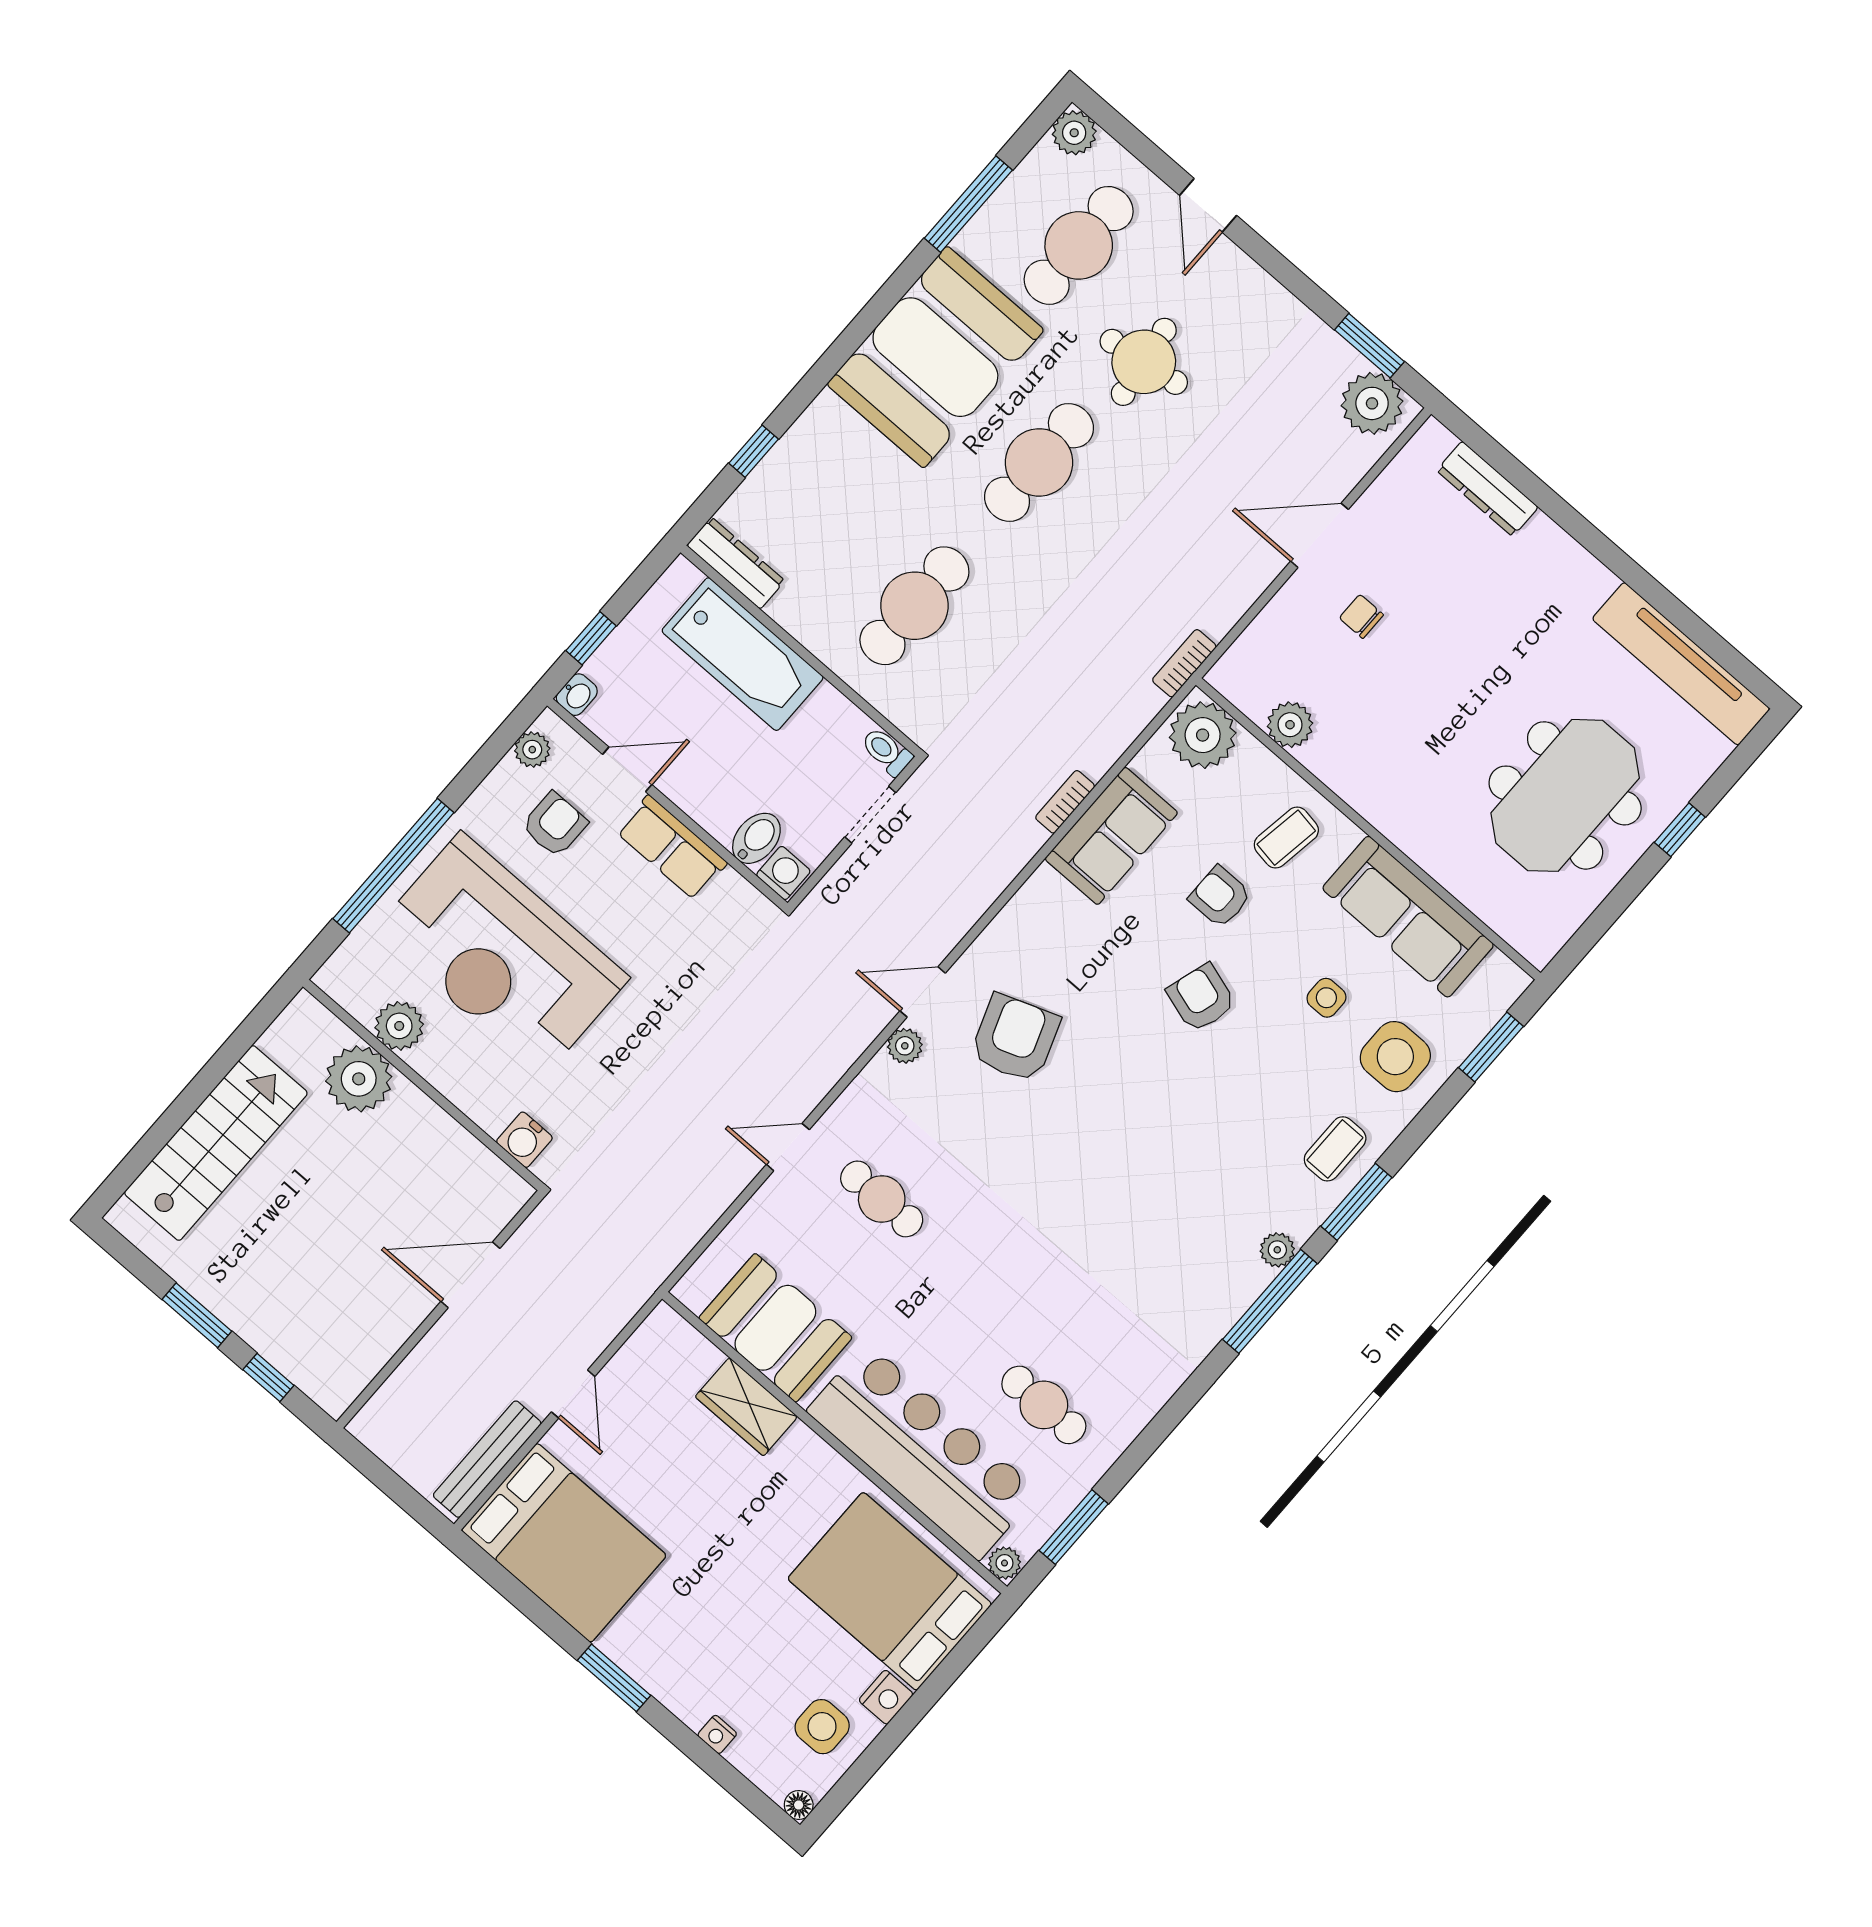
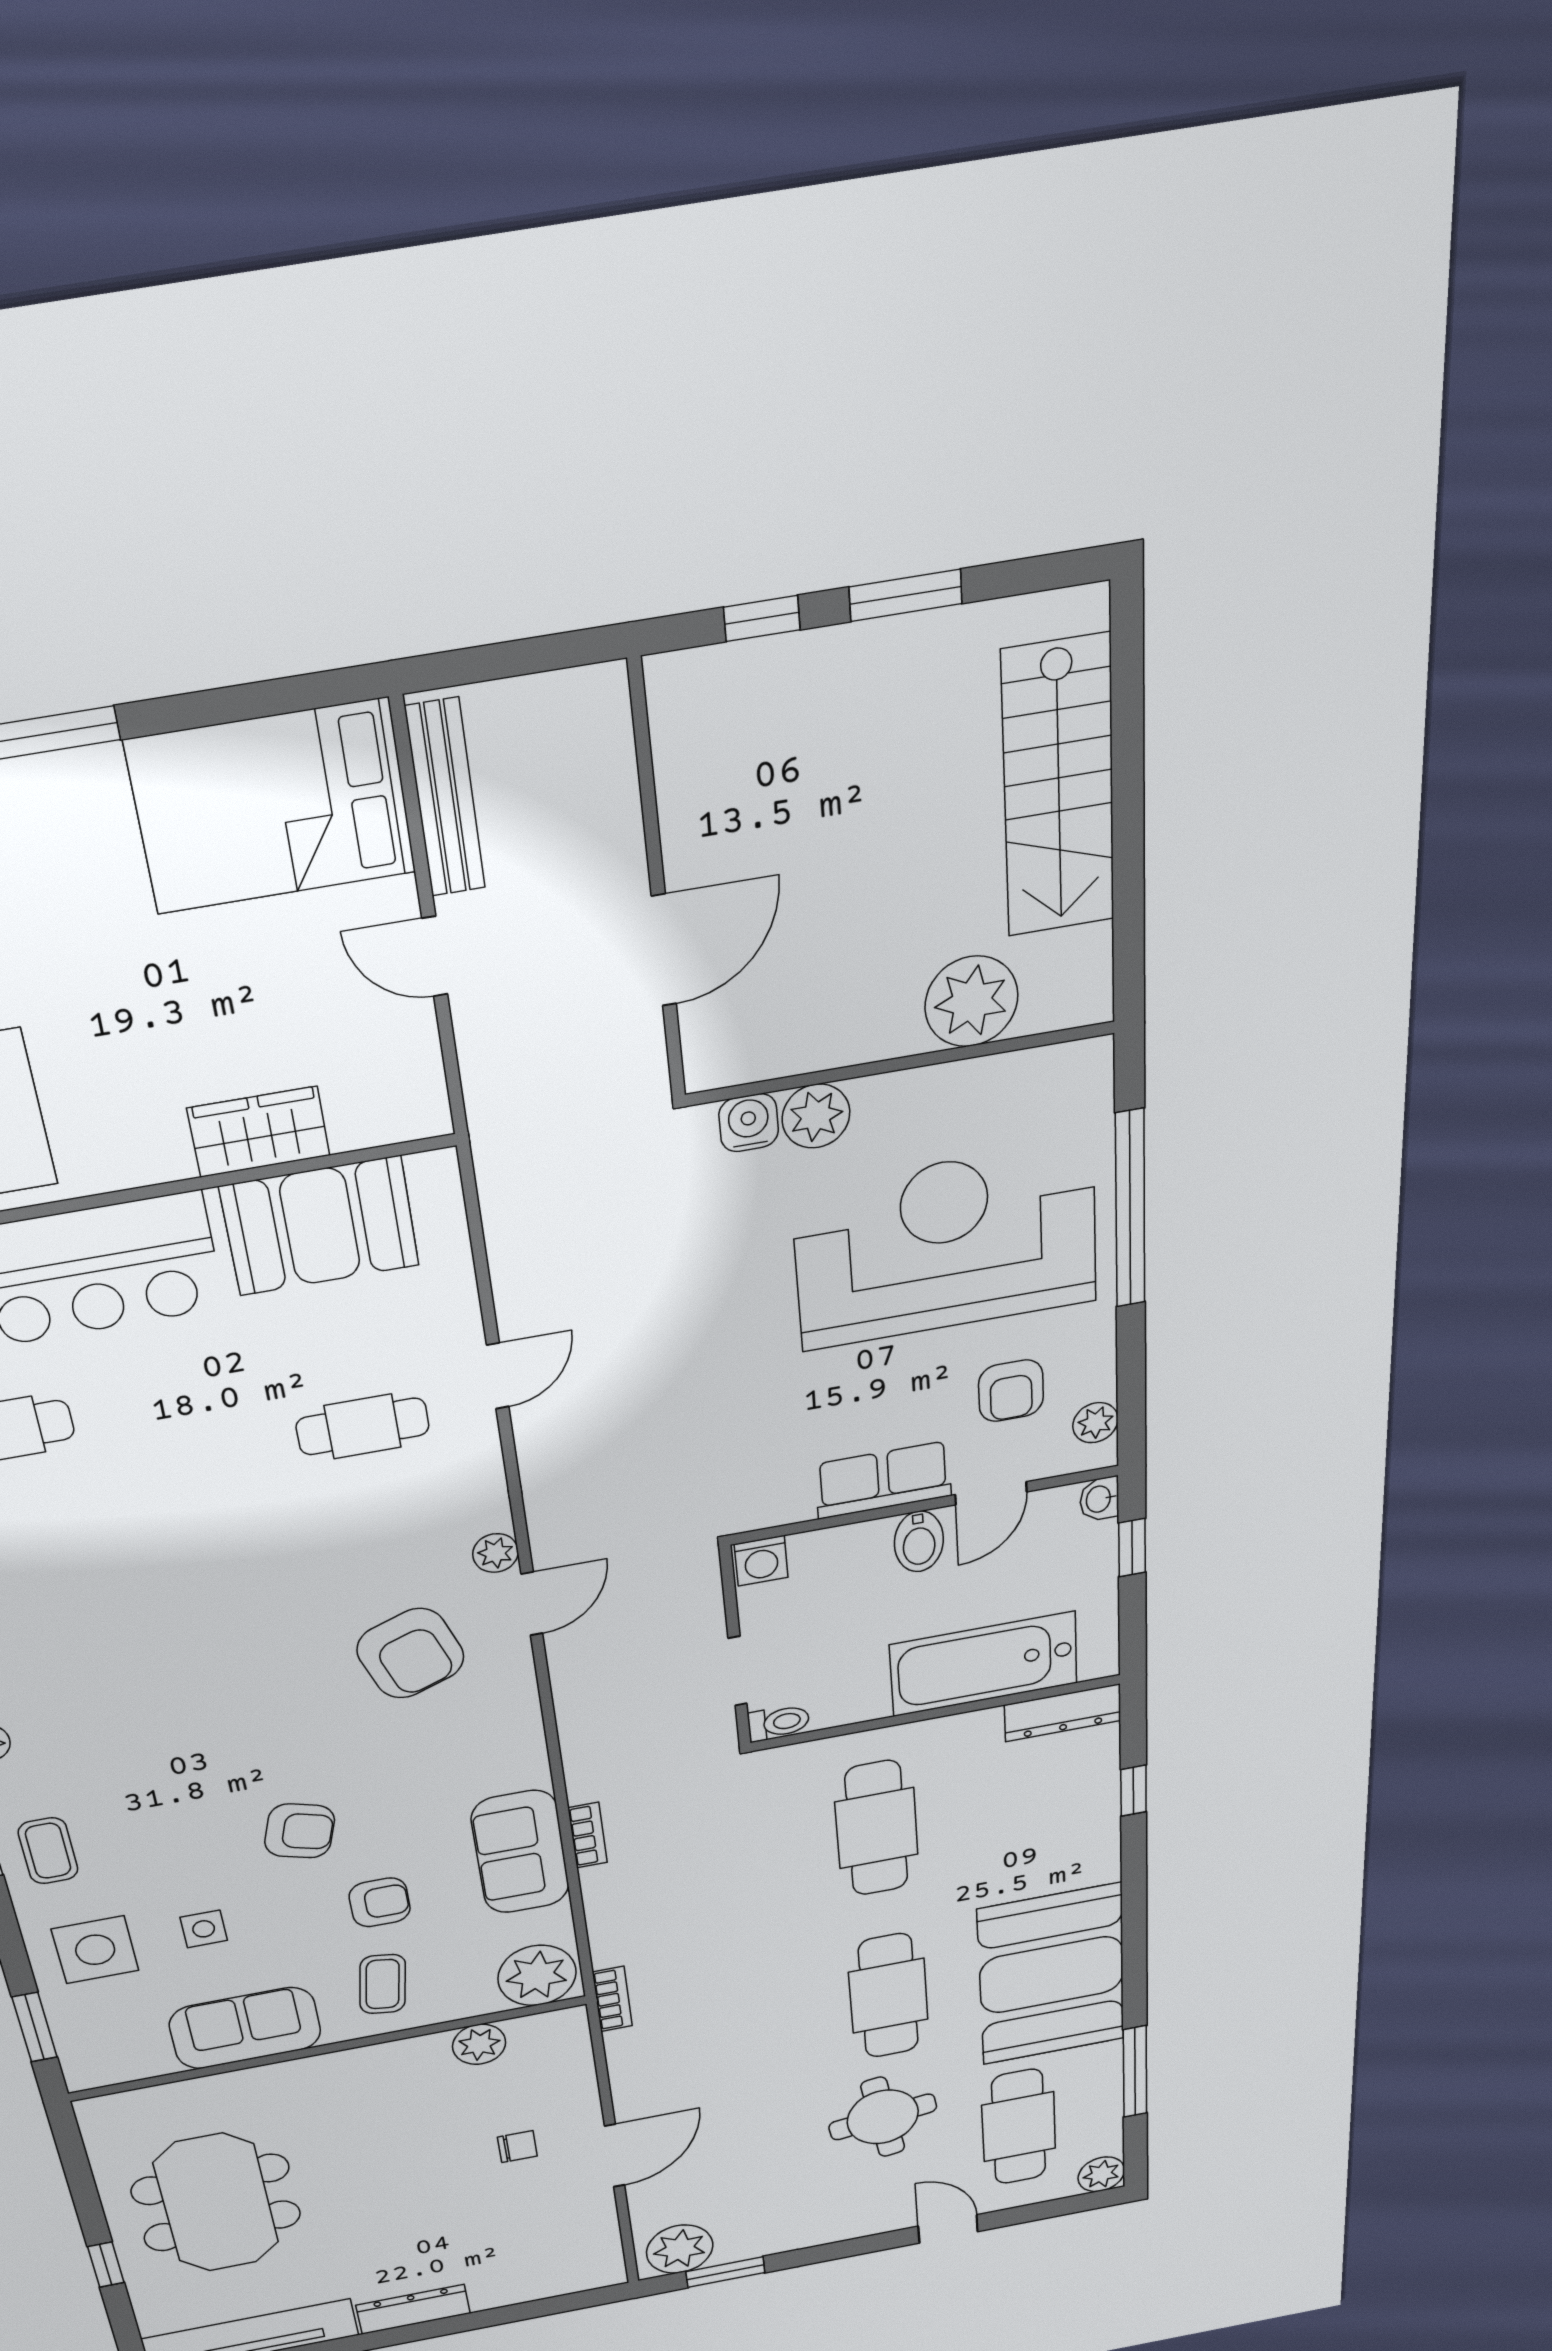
dresser: (1487, 489) -> (413, 2309), moved
bidet: (756, 838) -> (919, 1541), moved
sofa: (1408, 917) -> (245, 2028), width x0.73
plant: (399, 1026) -> (816, 1116), moved

